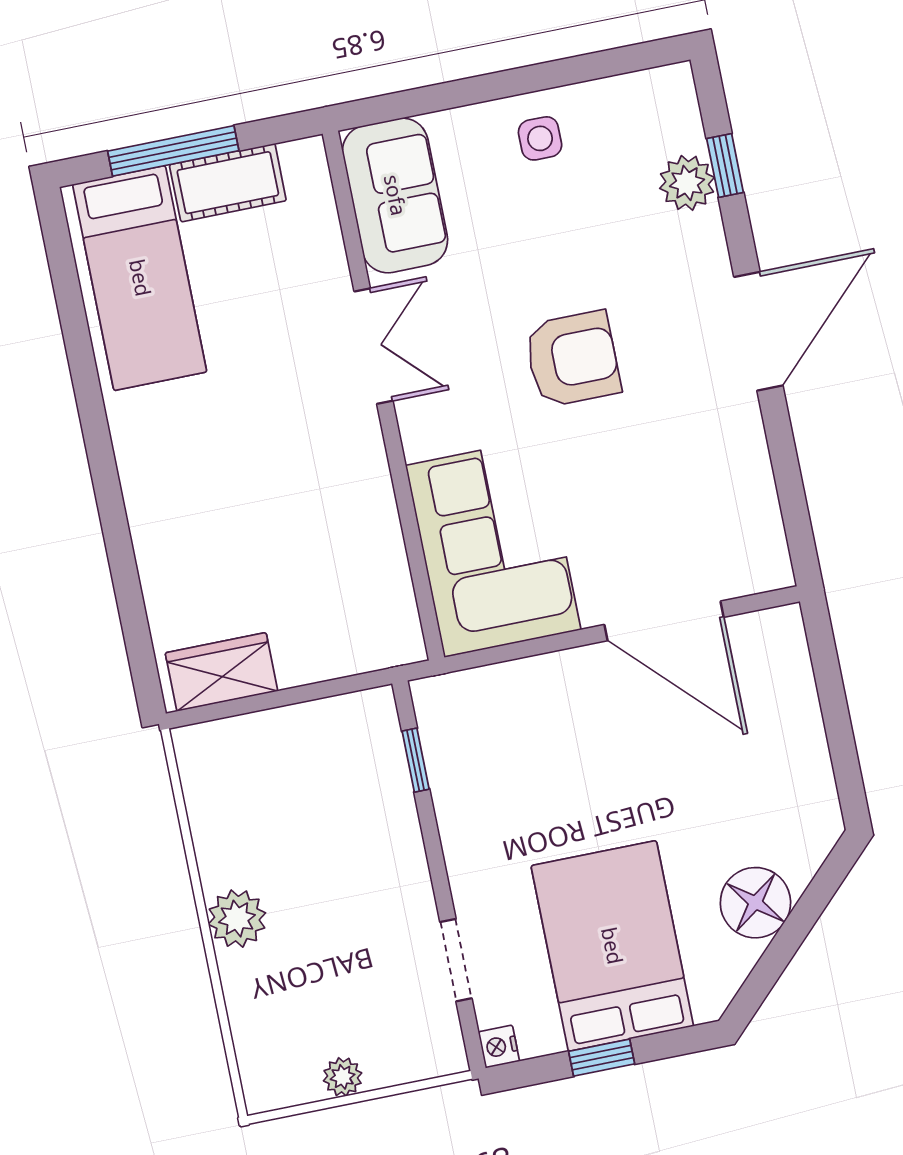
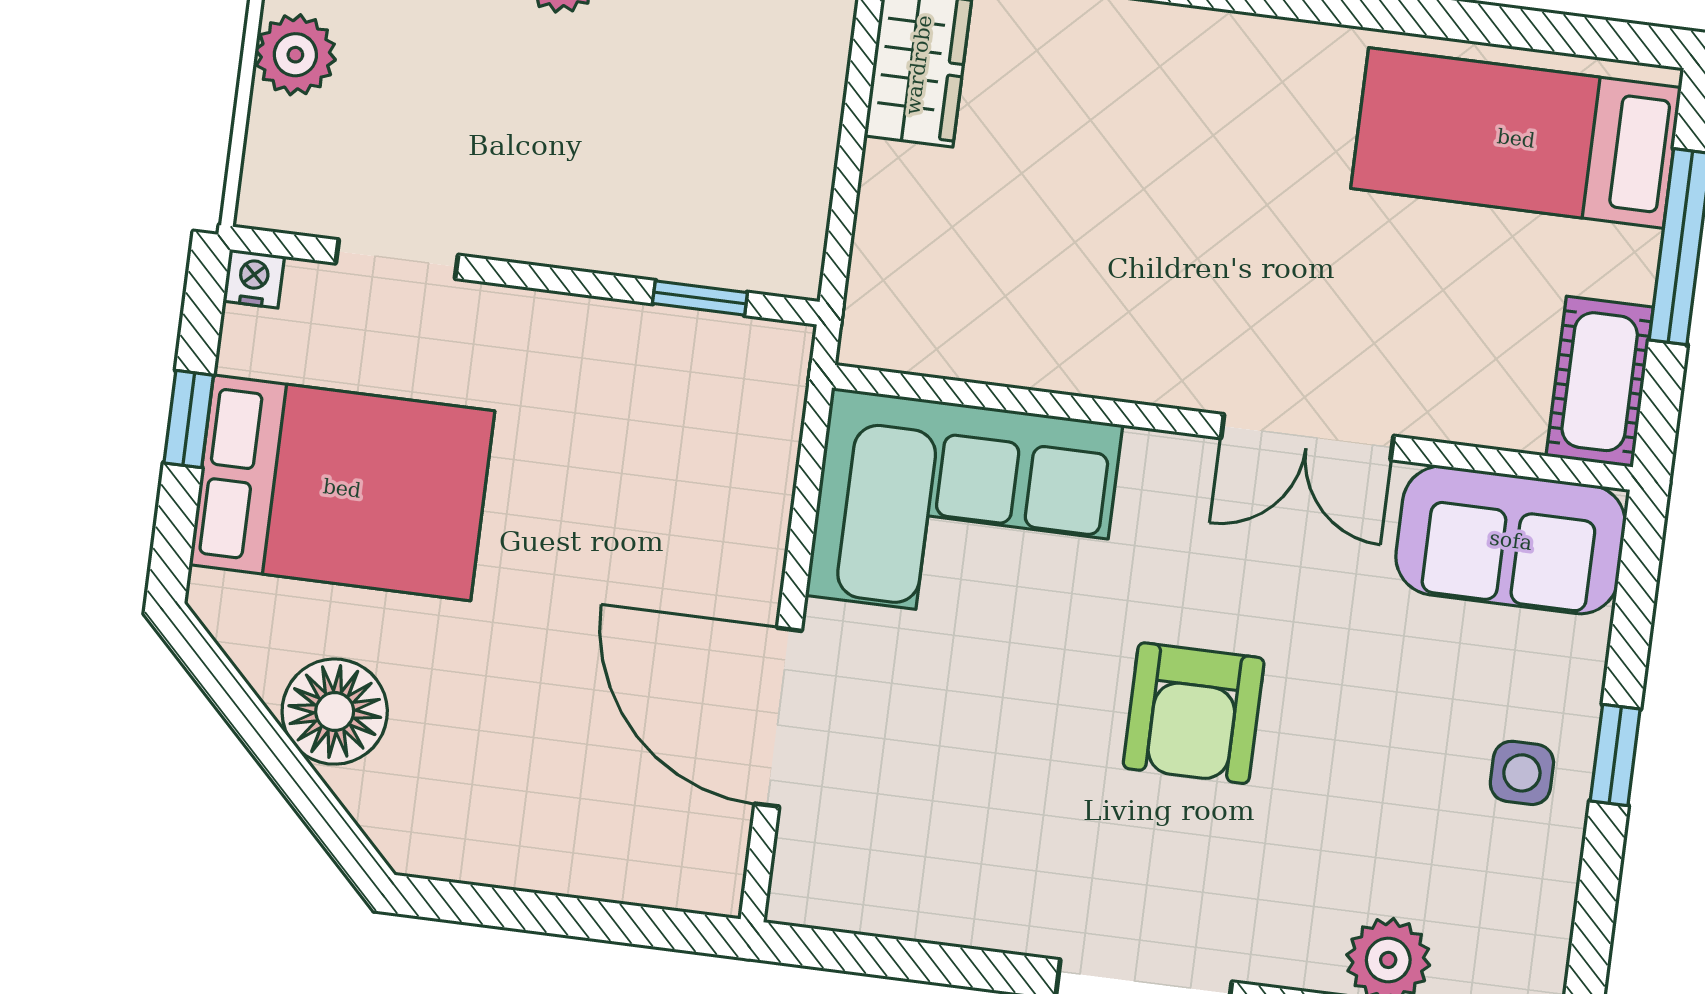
window: (509, 83) -> (1615, 755), added
cot: (228, 183) -> (1600, 382), moved
door: (664, 621) -> (778, 717), hinge flipped
plant: (343, 1077) -> (295, 55), width x1.38, depth x1.38

